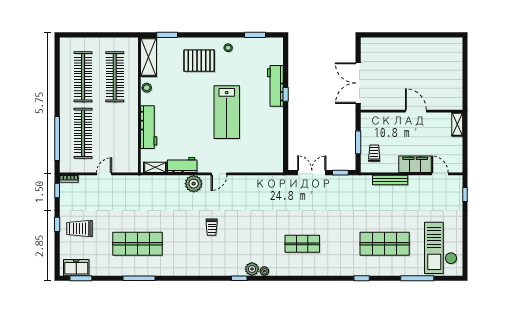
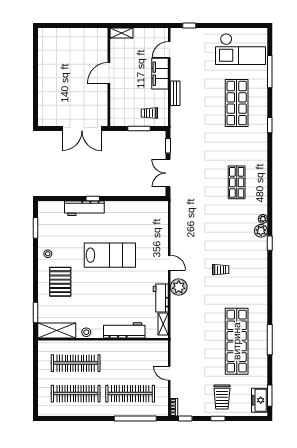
bench: (390, 180) -> (175, 93), width x0.73
shop shelf: (137, 244) -> (237, 341), width x1.40

